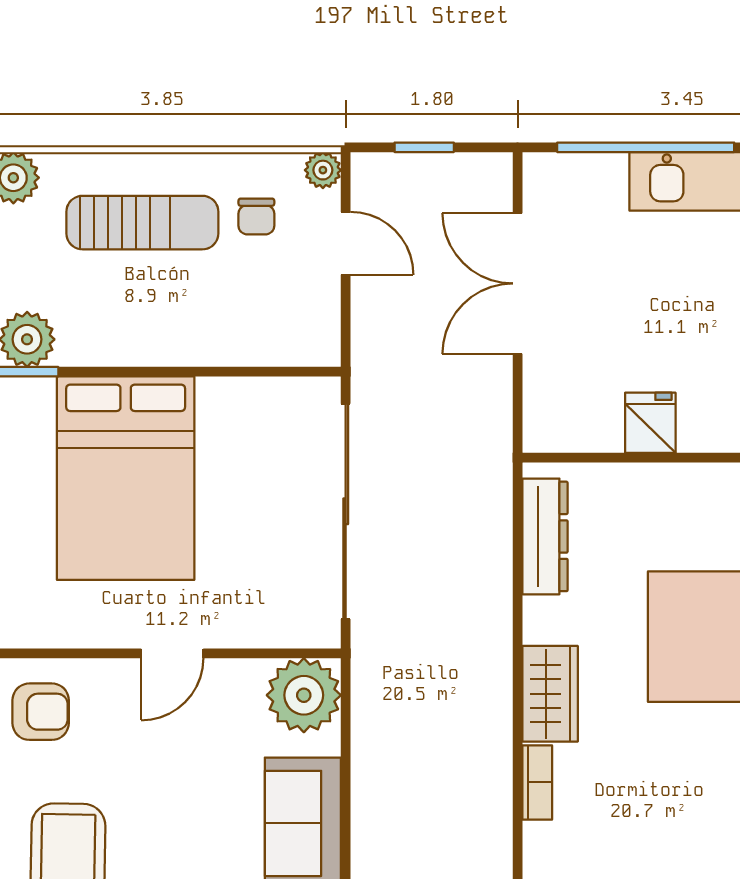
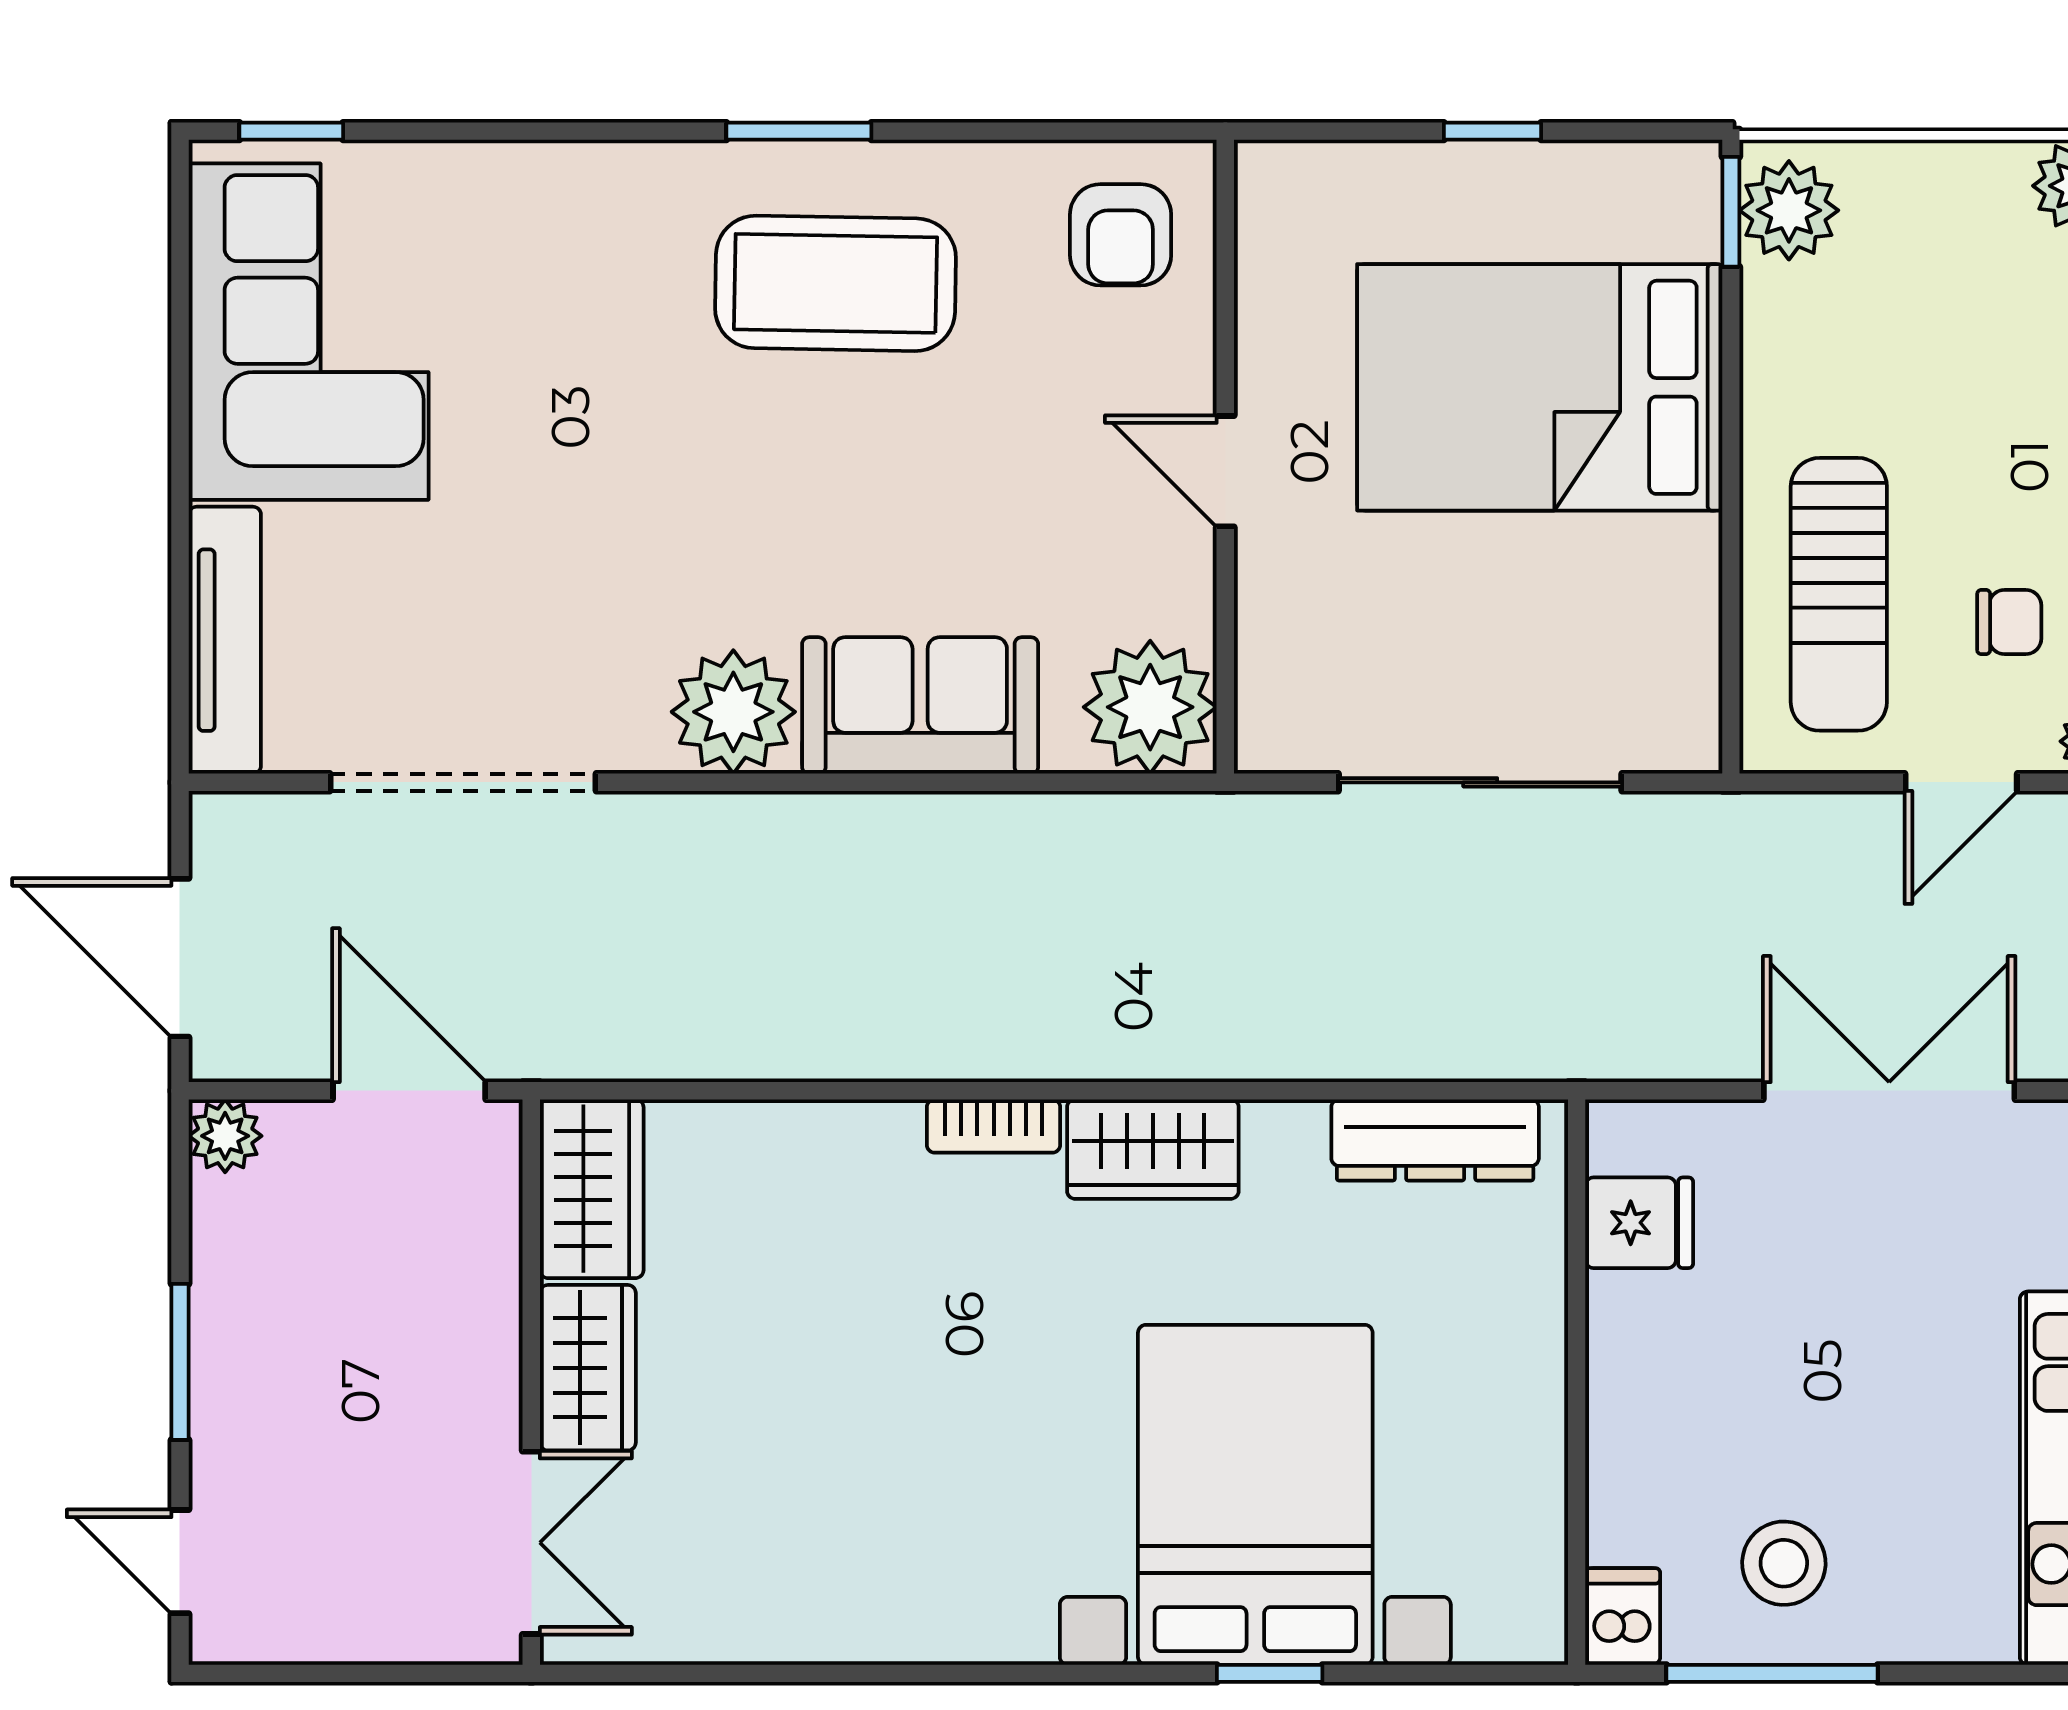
chair: (256, 217) -> (2009, 622), turned 180
sun lounger: (142, 223) -> (1839, 594), moved
fridge: (650, 423) -> (1639, 1223), moved
sliding door: (346, 511) -> (1480, 782), width x0.73

